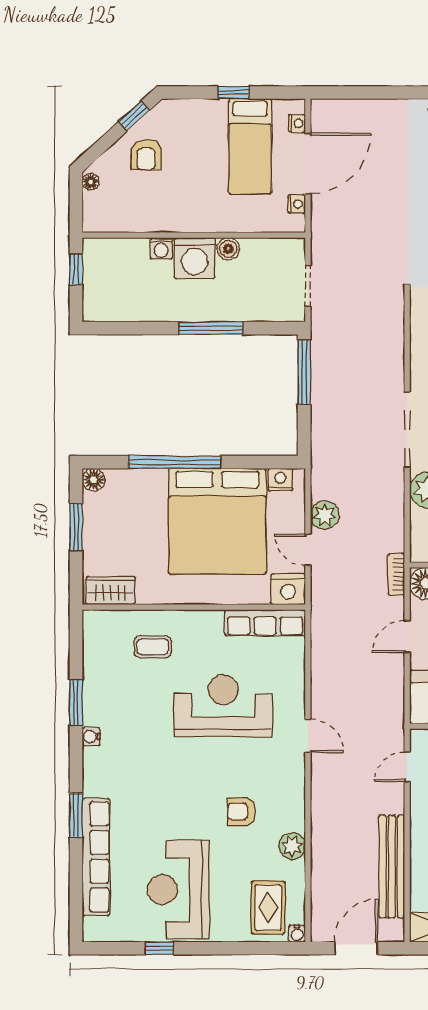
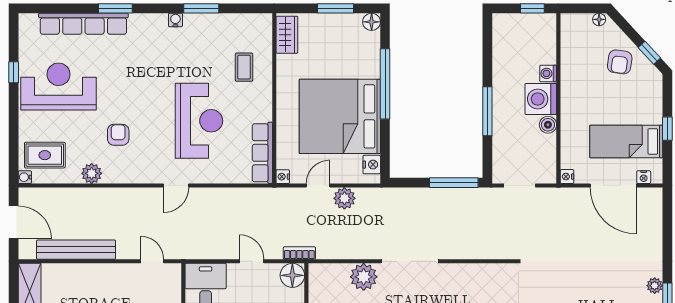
armchair: (146, 155) -> (620, 62), turned -82
nightstand: (297, 204) -> (567, 177), moved, turned 90
nightstand: (288, 589) -> (283, 177), width x0.53, depth x0.56

